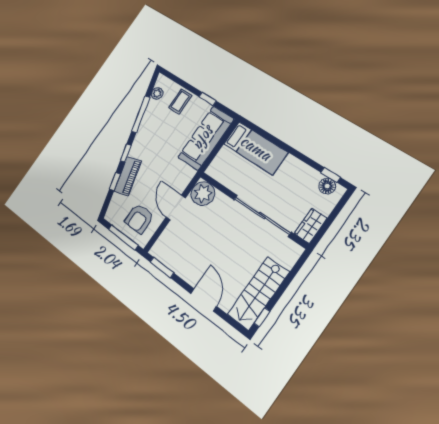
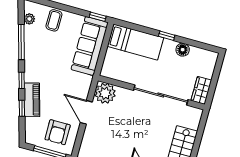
window: (208, 99) -> (98, 17), moved
window: (331, 175) -> (167, 36), moved
floor lamp: (327, 186) -> (183, 50), moved

